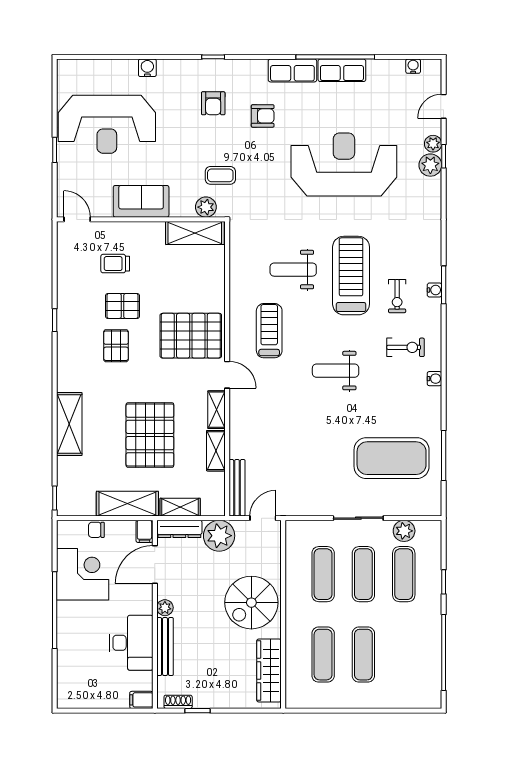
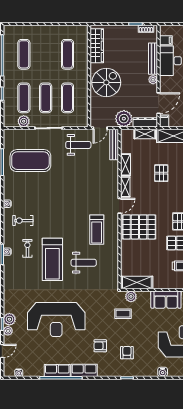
weight bench: (336, 371) -> (78, 145), moved
door: (227, 375) -> (119, 206), swing flipped
pallet: (150, 435) -> (161, 173), width x0.49, depth x0.50
exercise mat: (363, 655) -> (24, 54), moved
filing cabinet: (141, 700) -> (166, 40), moved

